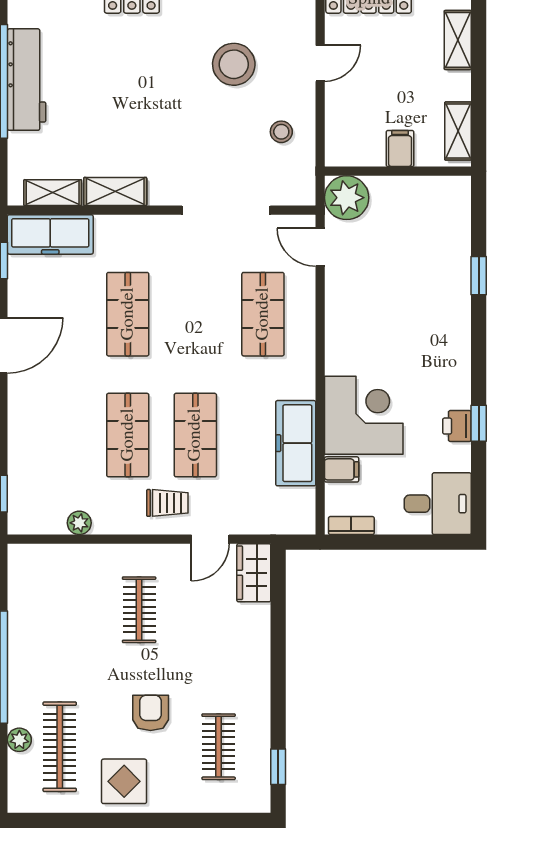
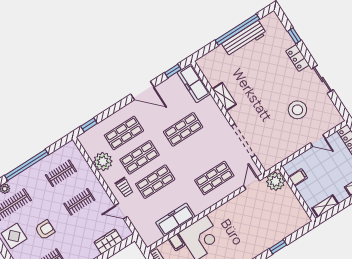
stool: (281, 132) -> (284, 143), removed
filing cabinet: (400, 149) -> (298, 177), moved
shelving: (53, 193) -> (209, 74), removed
shop shelf: (60, 435) -> (124, 133), added
plant: (79, 523) -> (103, 161), width x1.88, depth x1.88
wardrobe: (254, 573) -> (108, 242), moved
clothes rail: (60, 610) -> (61, 173), added

